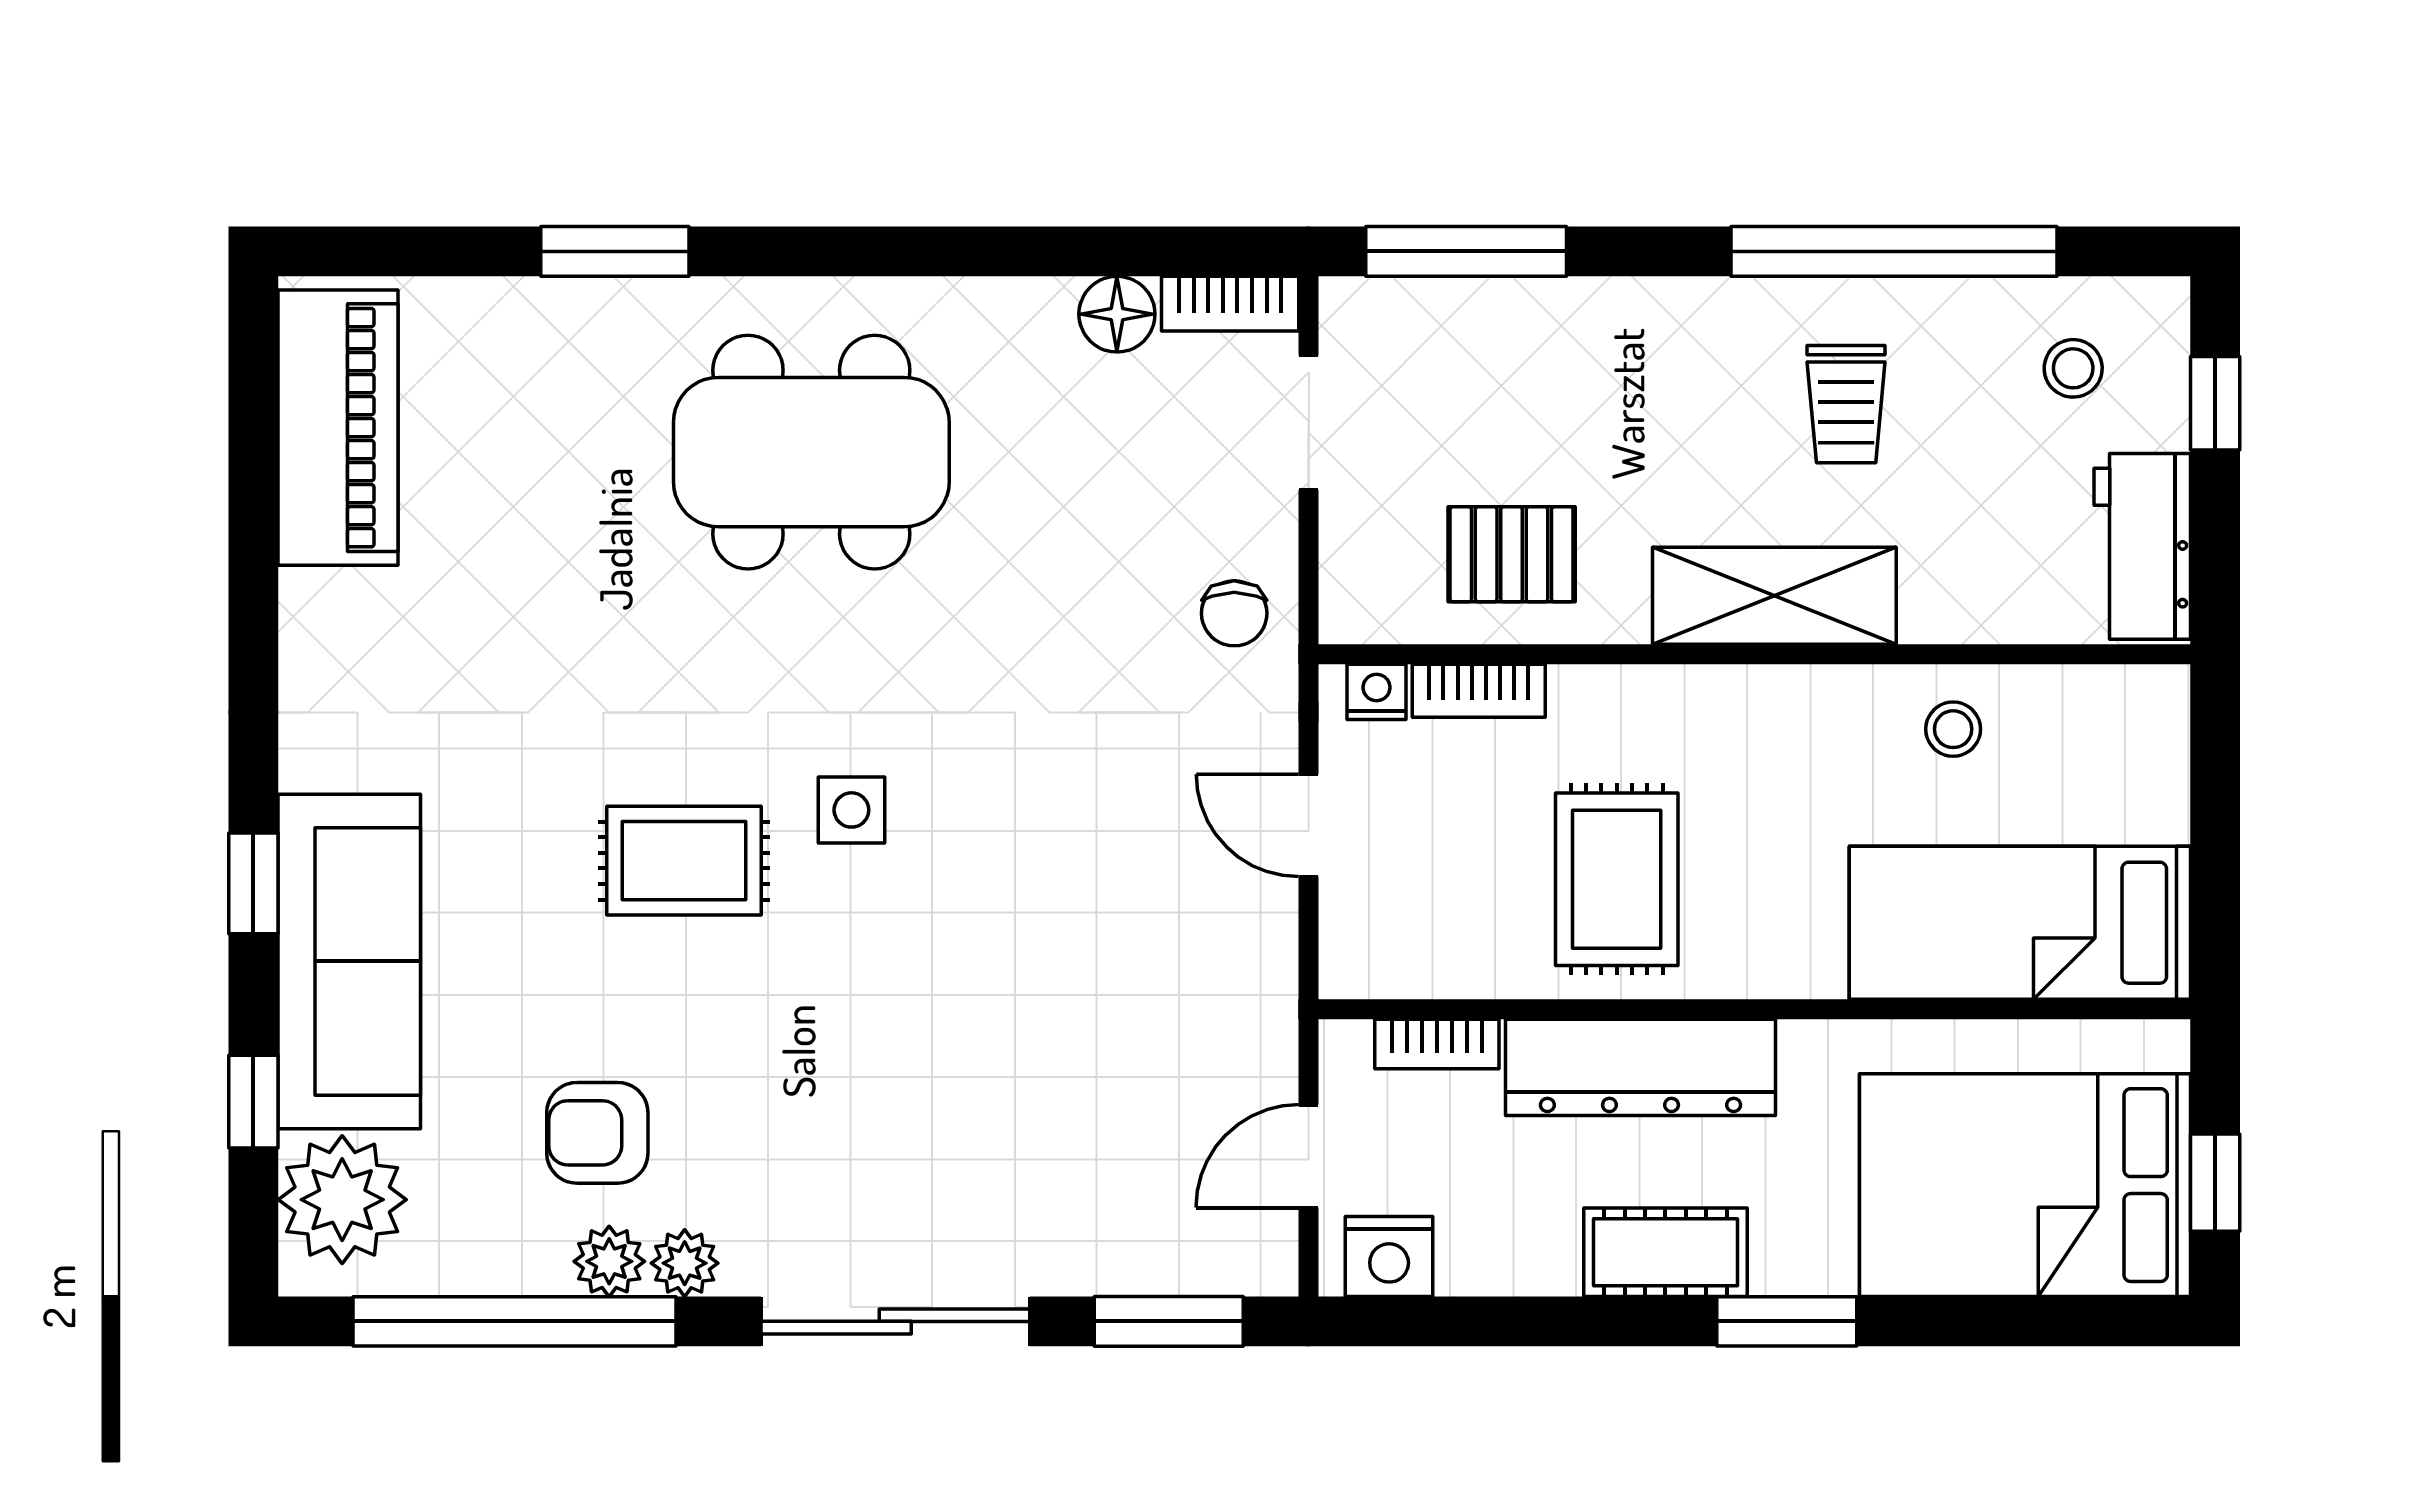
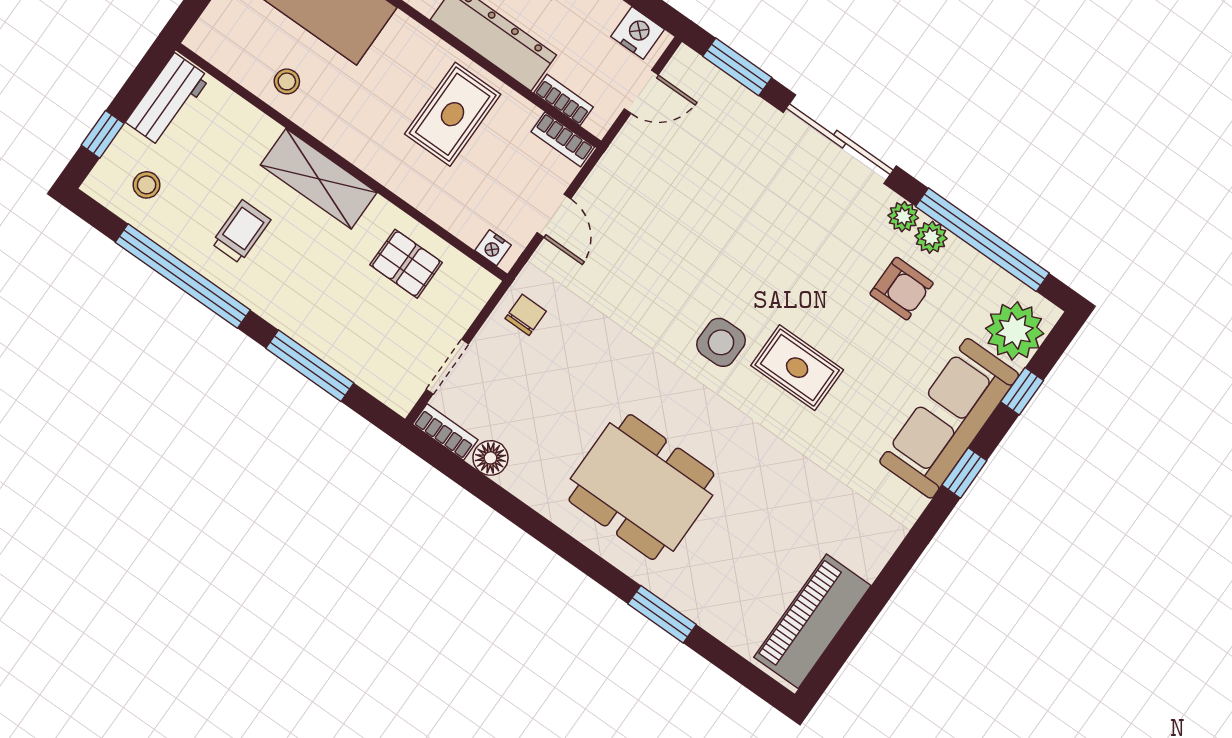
window: (1466, 251) -> (310, 366), moved
bookcase: (1479, 691) -> (563, 139), moved, turned 180
side table: (851, 810) -> (721, 342), width x1.37, depth x1.37

